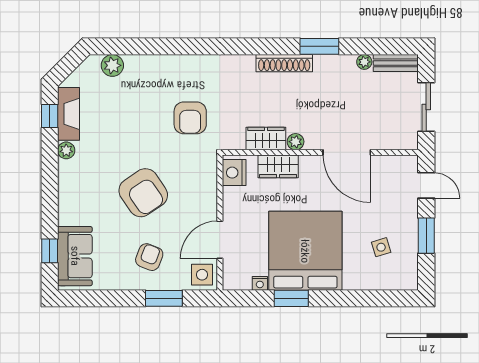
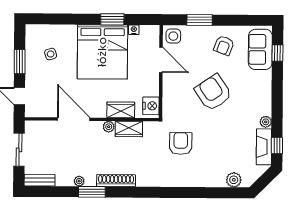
plant: (364, 62) -> (79, 181), moved
door: (220, 240) -> (161, 60), hinge flipped
armchair: (149, 257) -> (224, 45), moved

